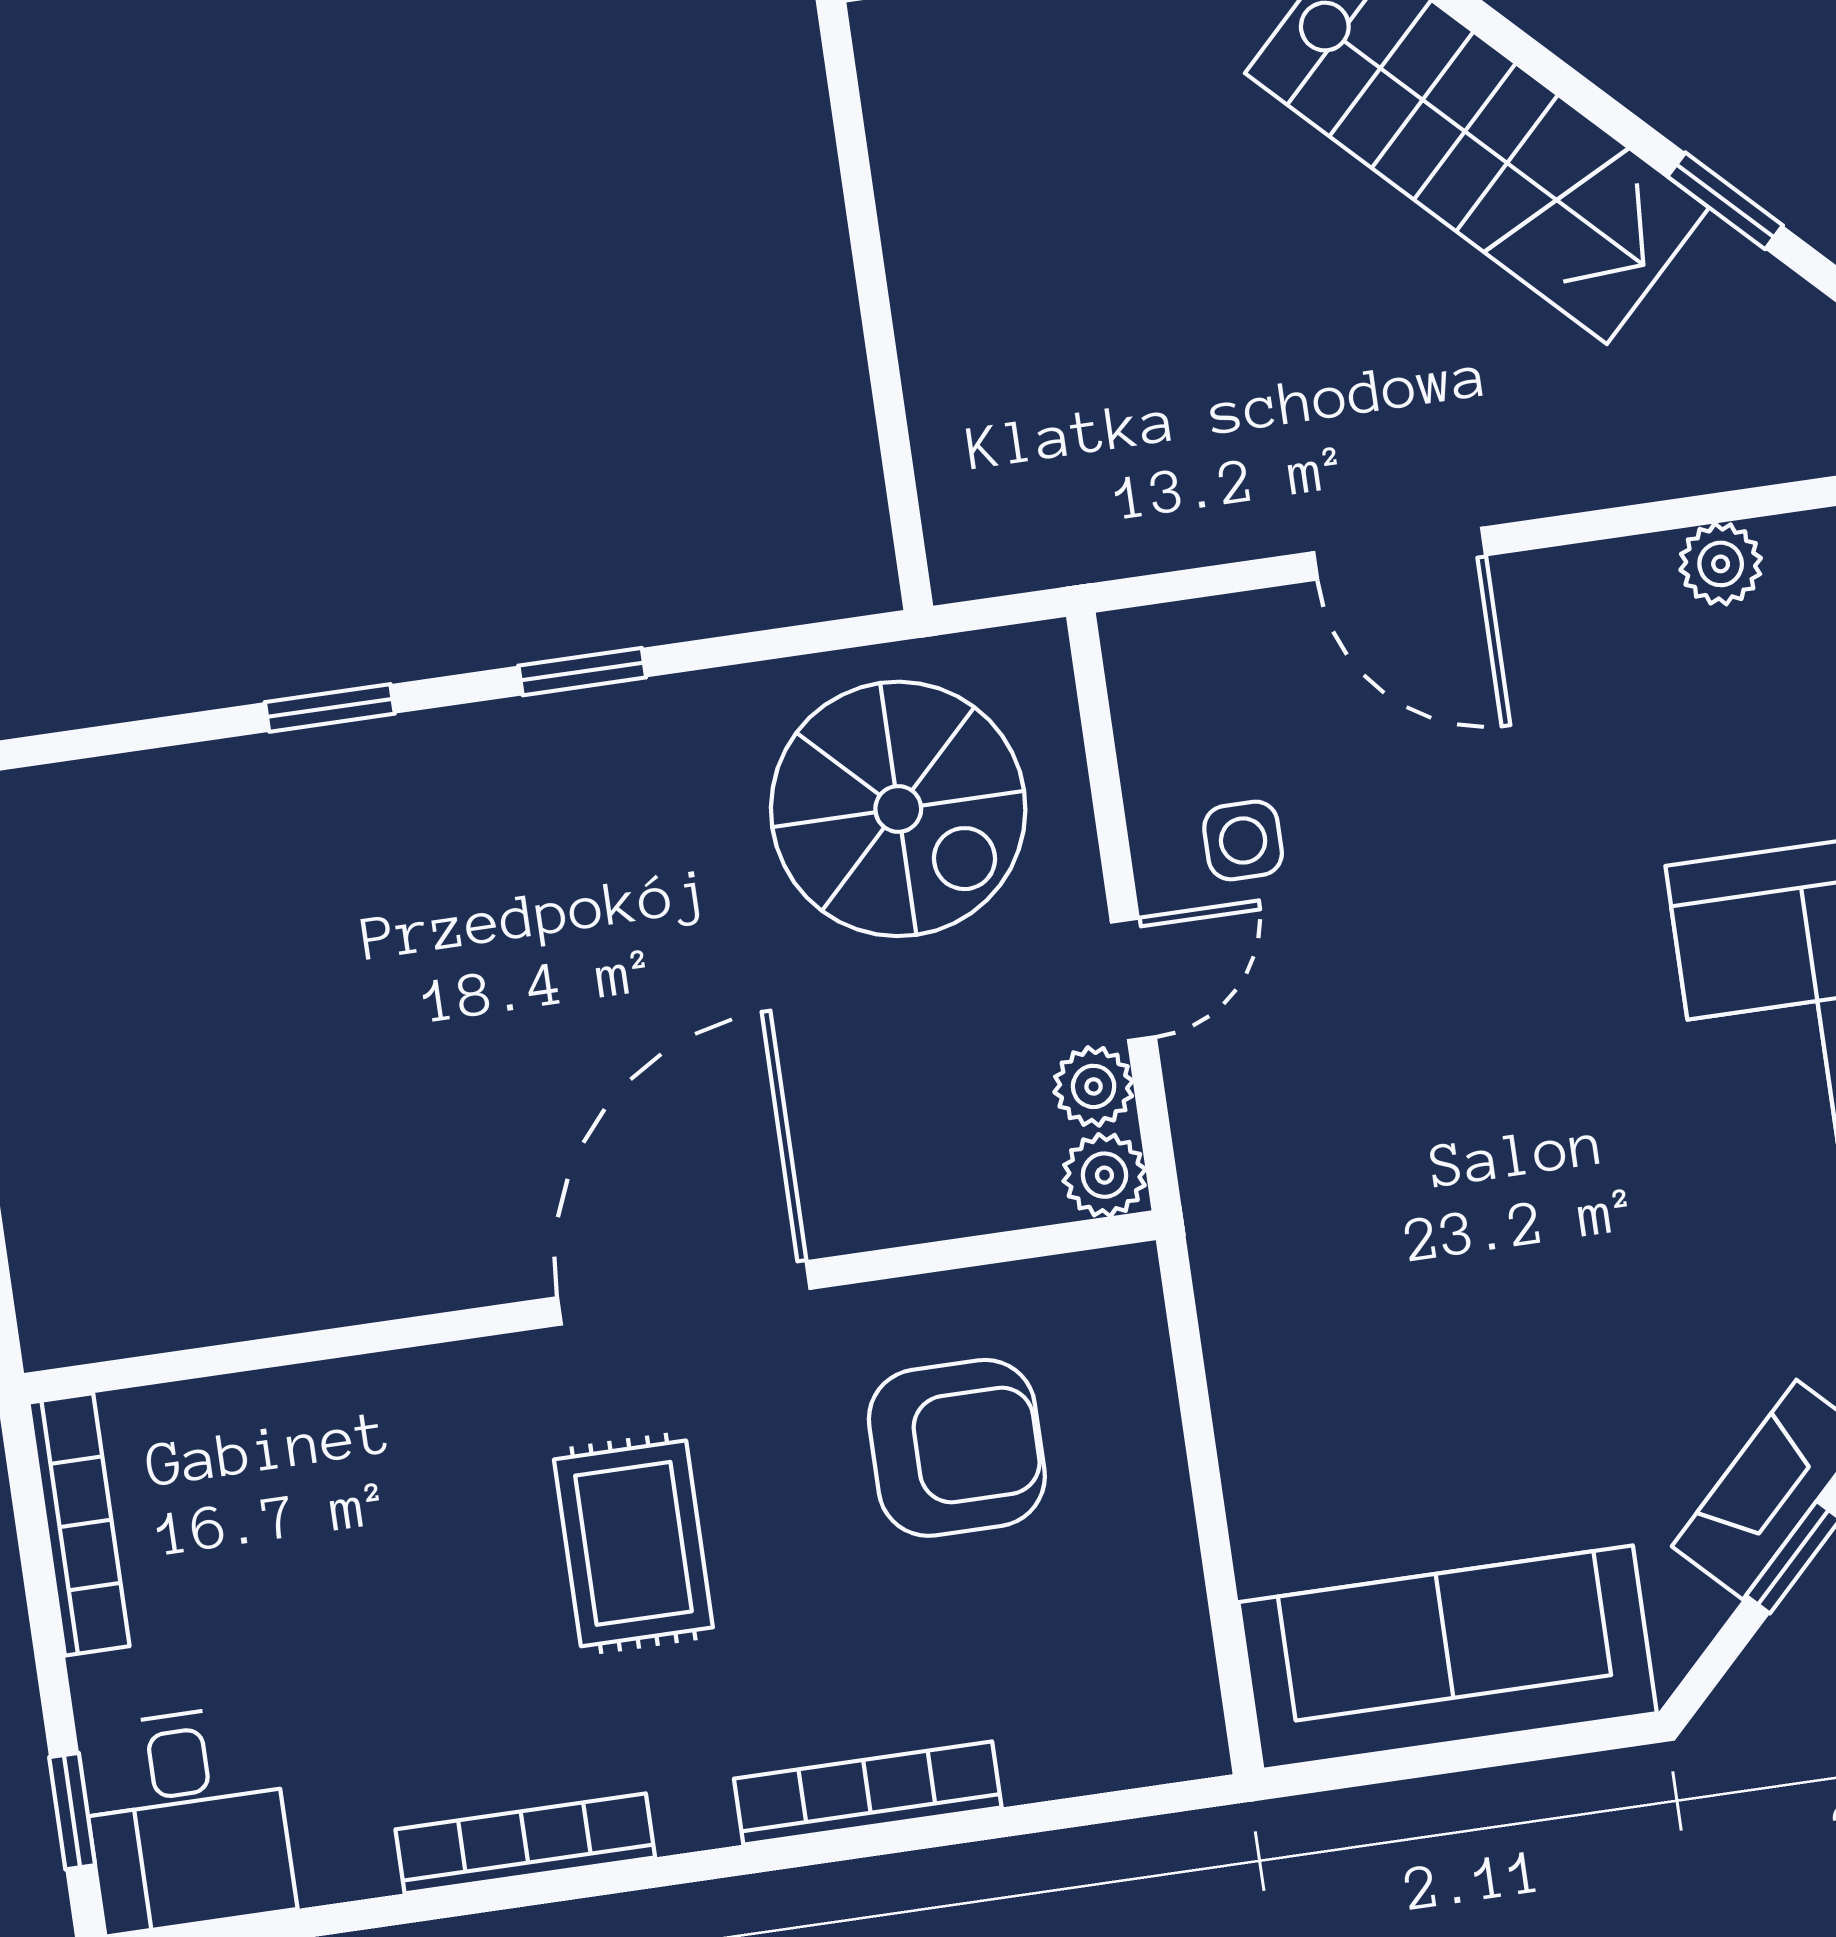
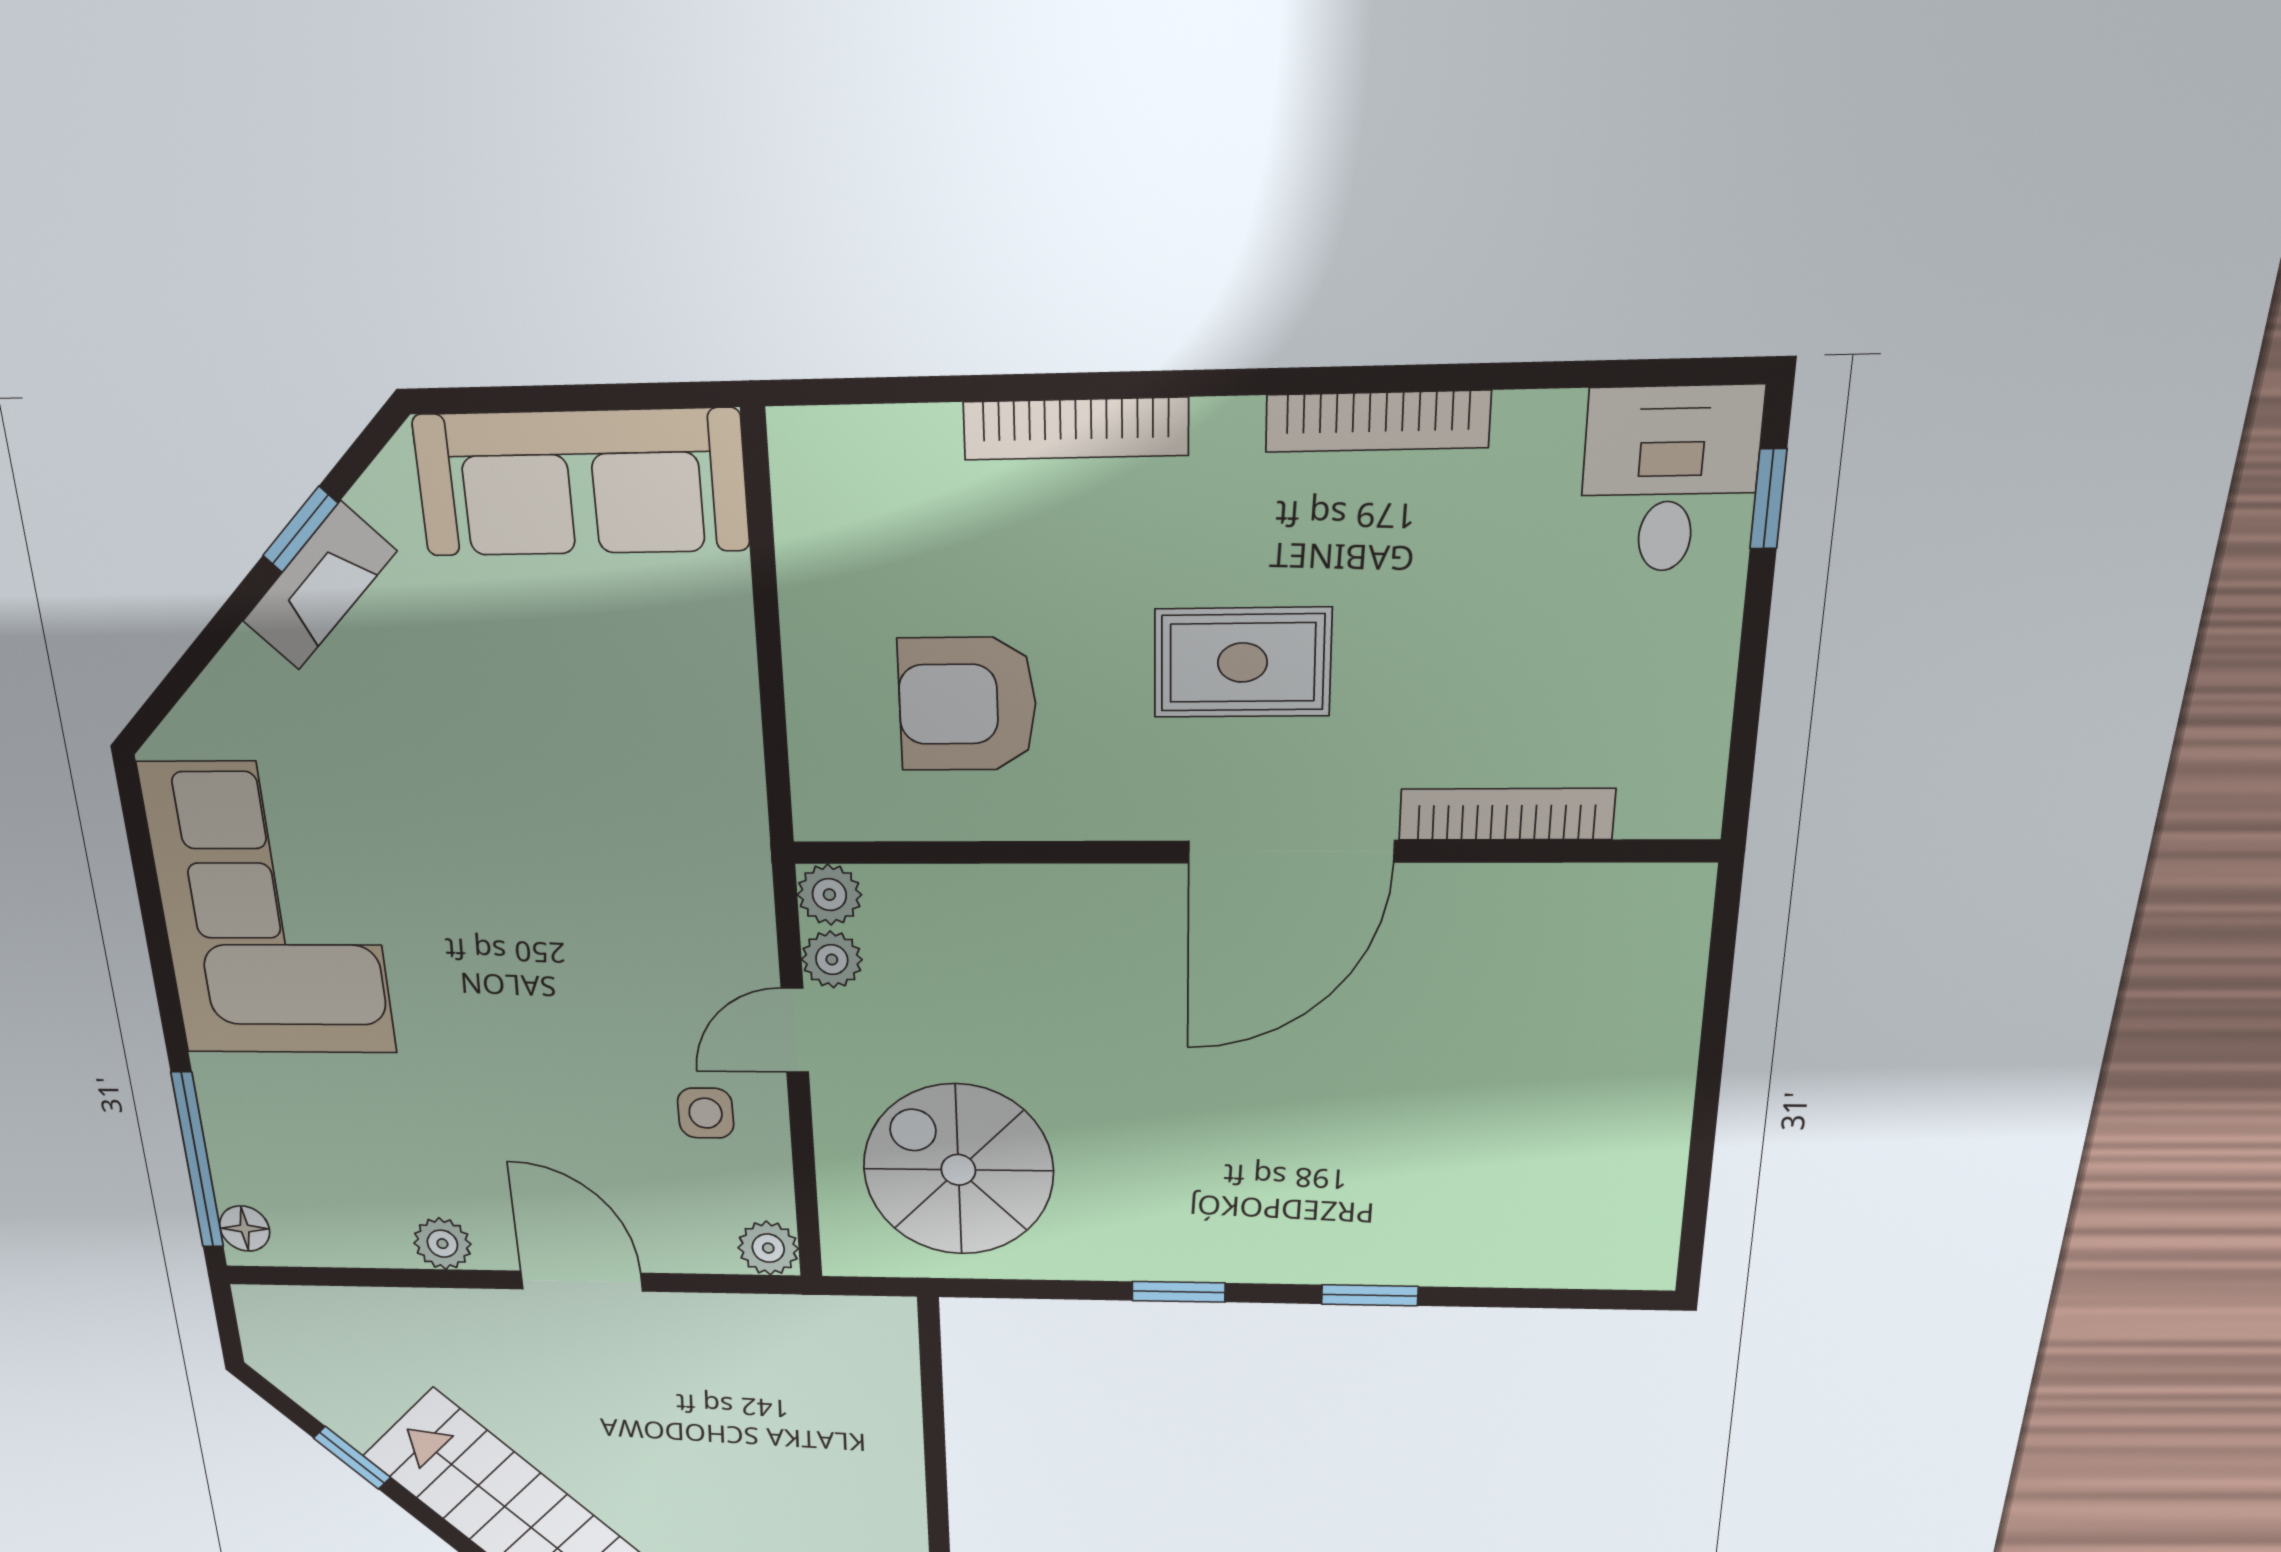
plant: (1721, 564) -> (442, 1244), moved
plant: (1143, 648) -> (768, 1248), added
door: (684, 1293) -> (1291, 852), moved
bookcase: (79, 1524) -> (1507, 814), moved, turned 90
rug: (633, 1543) -> (1243, 662), turned 90

